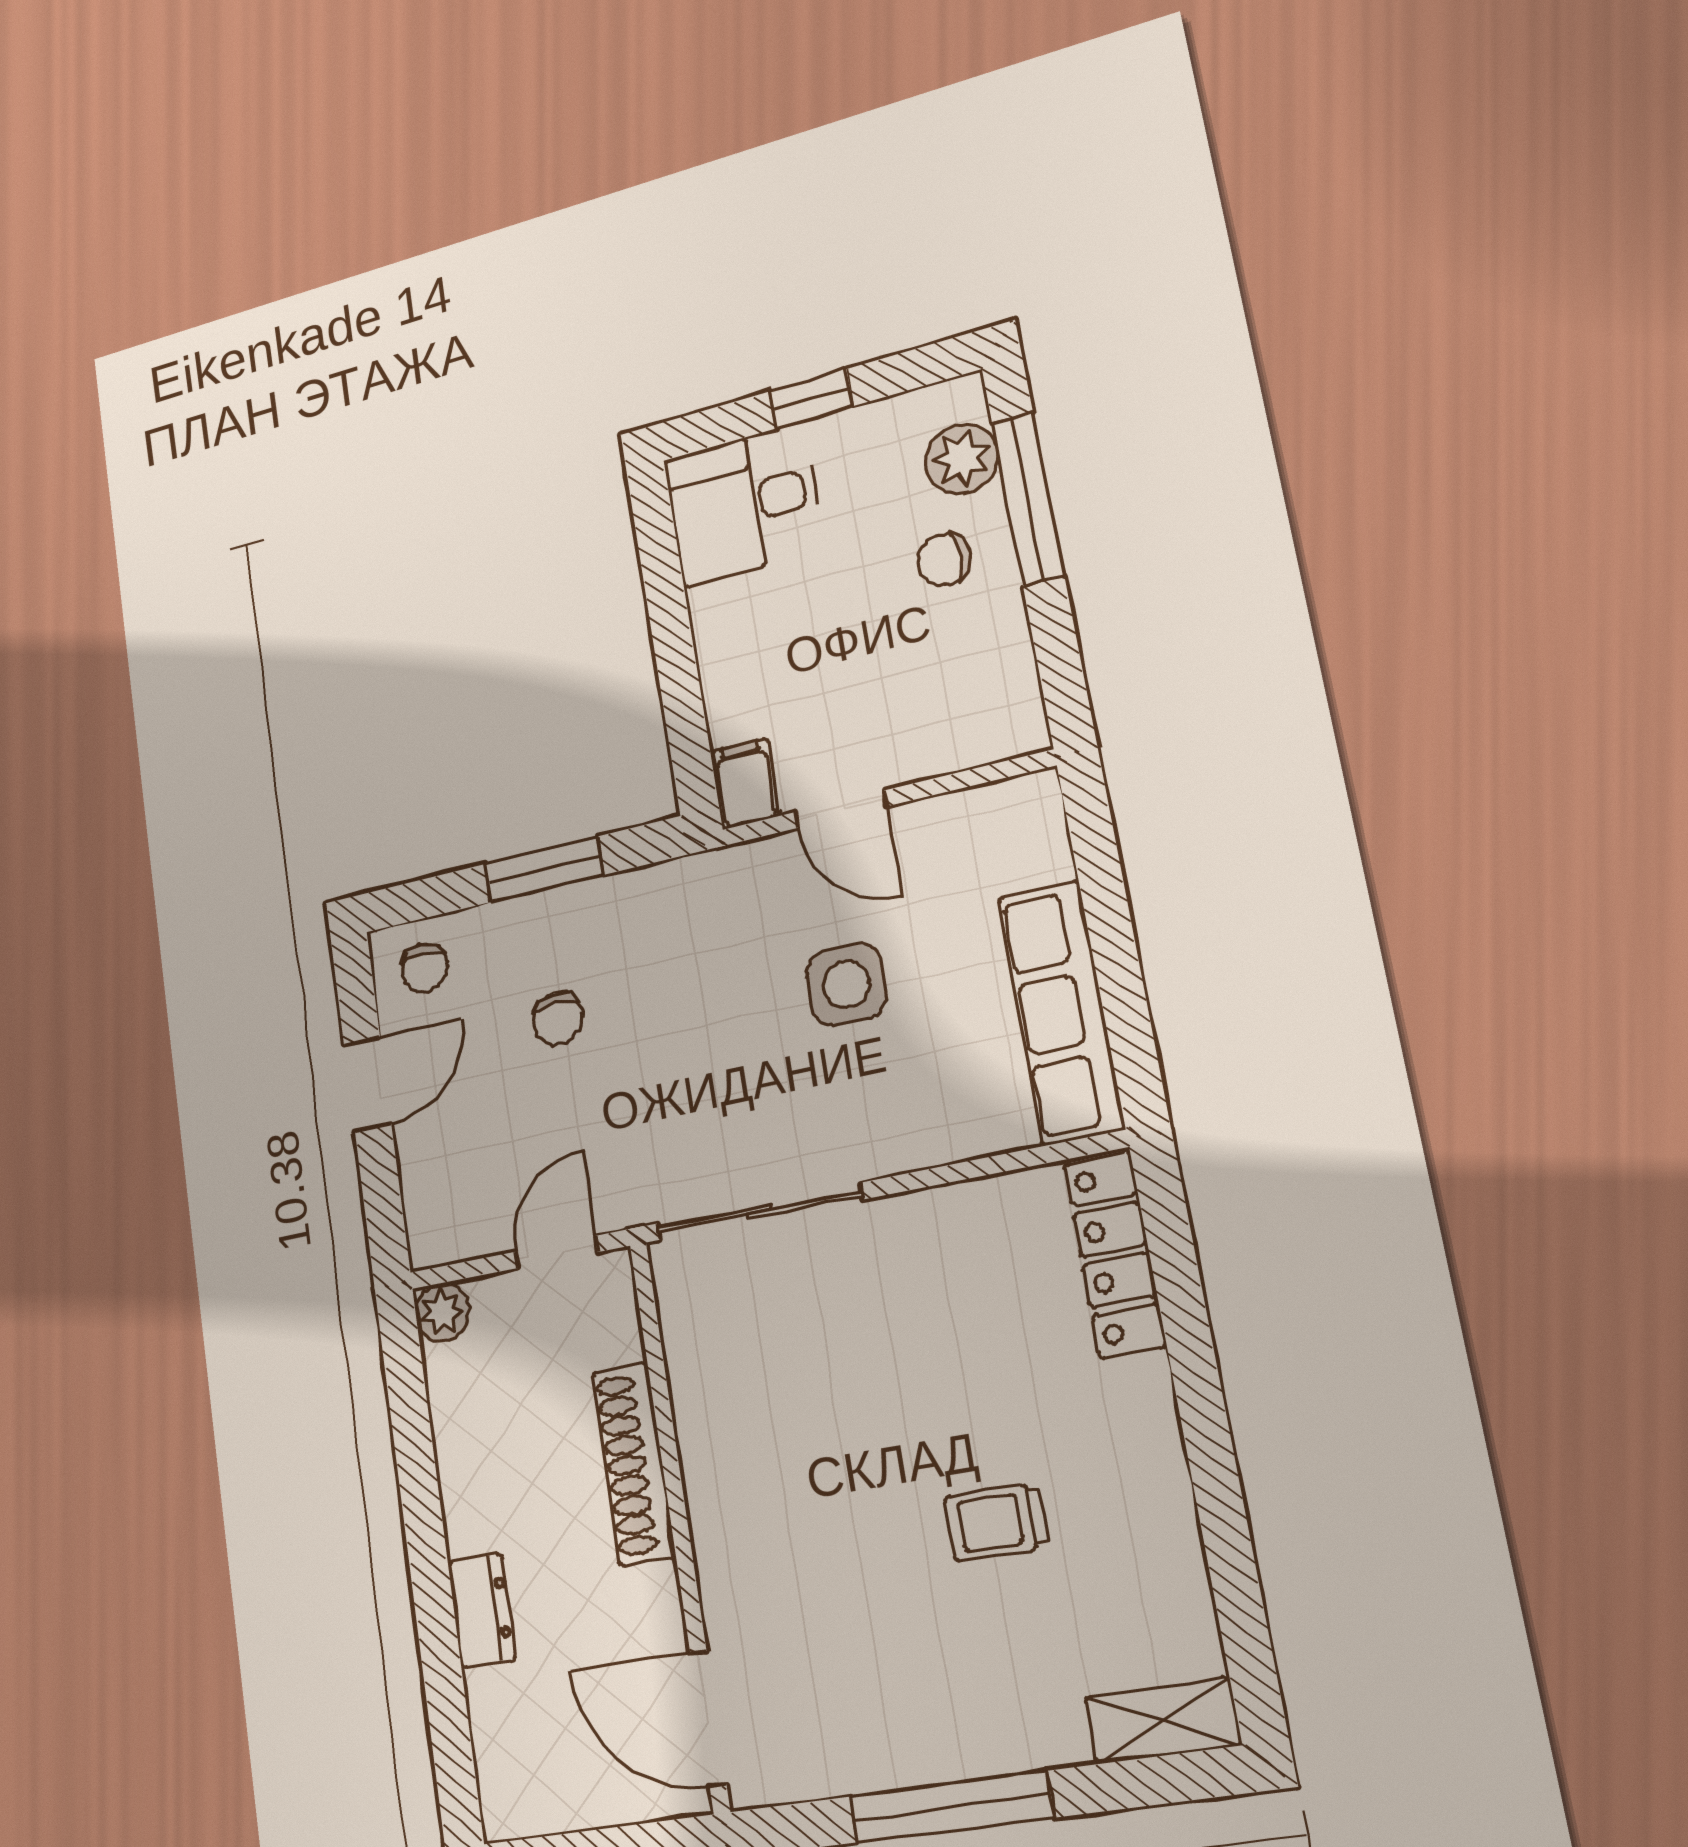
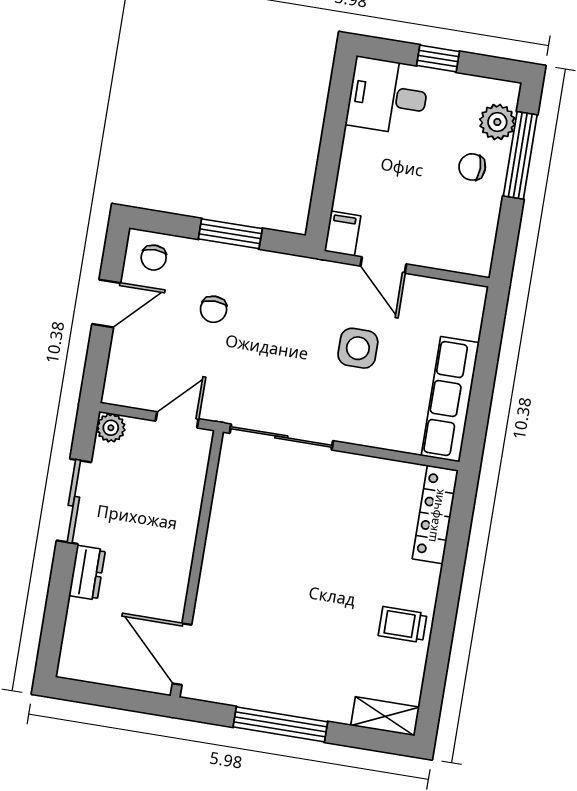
shoe rack: (634, 1464) -> (183, 531), removed
sliding door: (418, 1478) -> (74, 501), added
trolley: (997, 1522) -> (403, 625), moved

